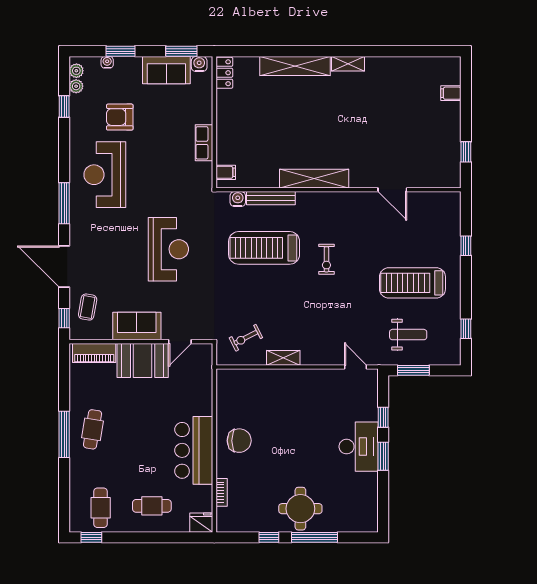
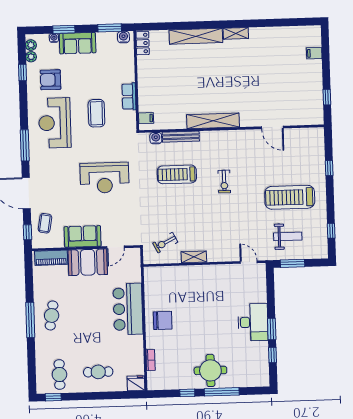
sofa: (166, 70) -> (78, 43), moved
armchair: (120, 117) -> (51, 80), moved
coffee table: (160, 164) -> (96, 113), added
treadmill: (264, 248) -> (177, 174), width x0.73, depth x0.73
reception desk: (168, 249) -> (105, 178), turned 90
window: (383, 417) -> (272, 355), moved
bar counter: (194, 450) -> (128, 309), moved

